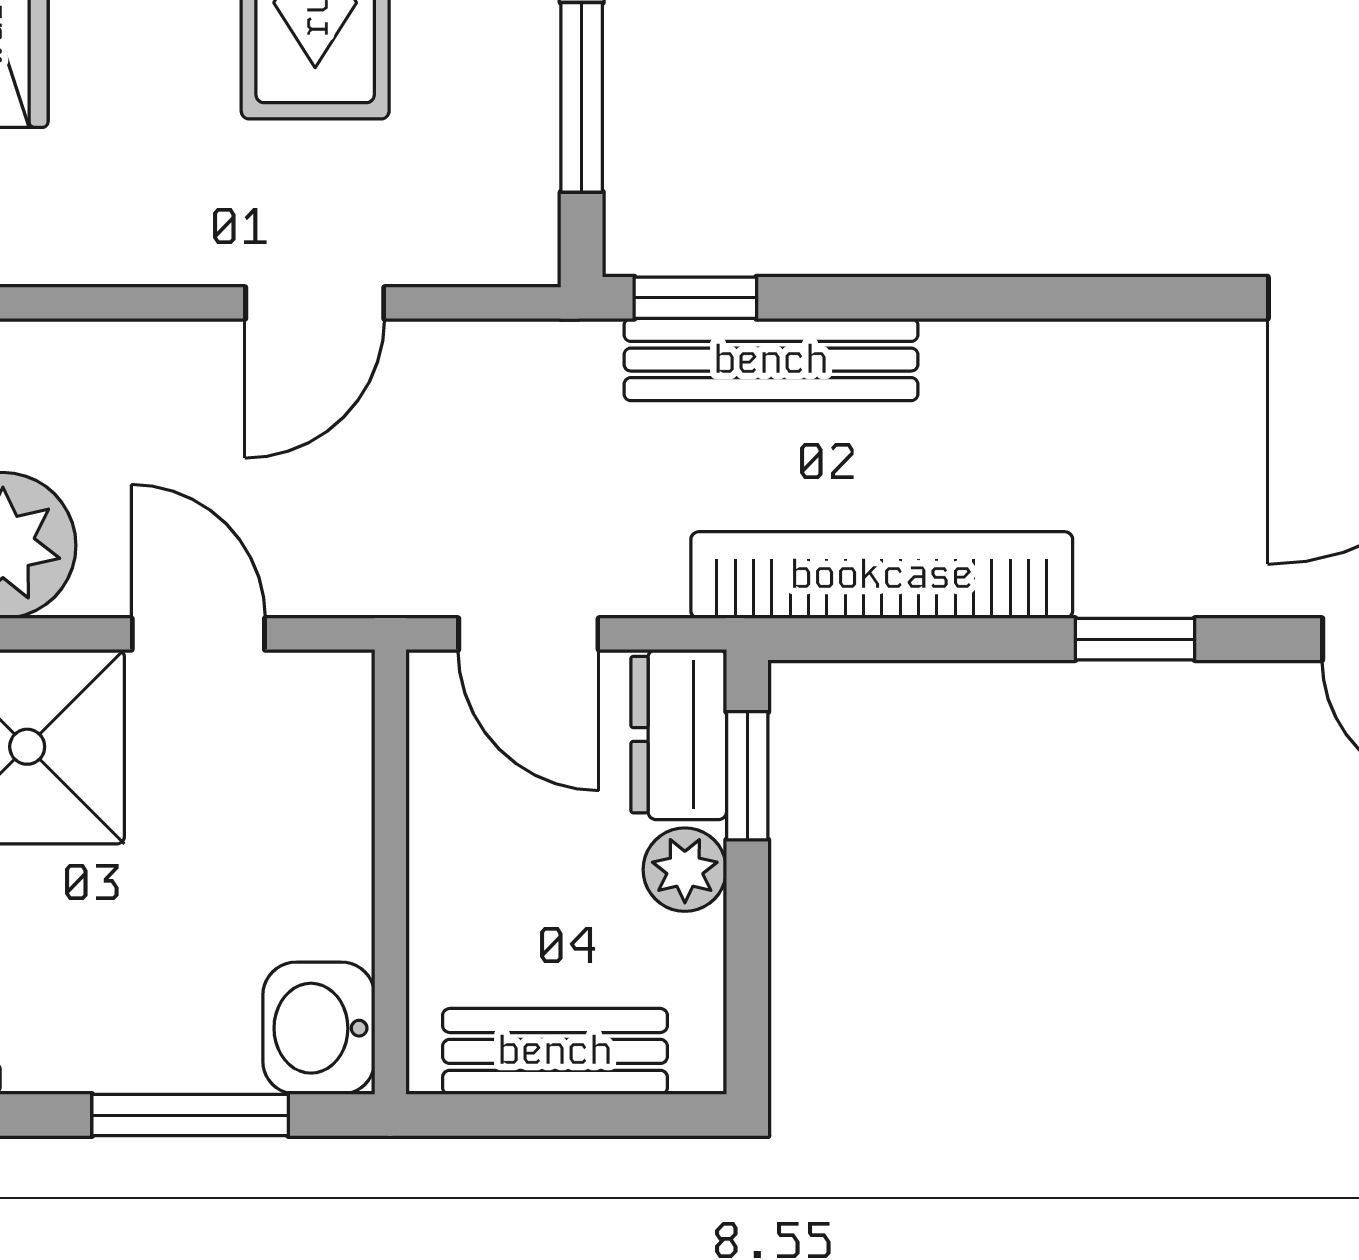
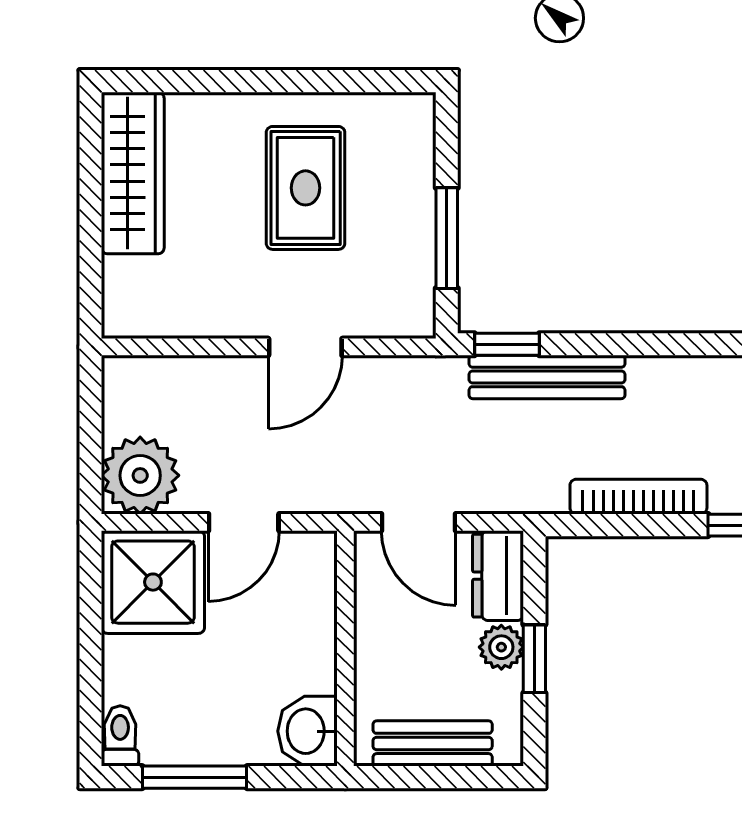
bookcase: (882, 575) -> (638, 497), width x0.68, depth x0.76
door: (198, 634) -> (244, 522), swing flipped
window: (747, 776) -> (534, 659), moved
window: (190, 1115) -> (195, 777), moved

